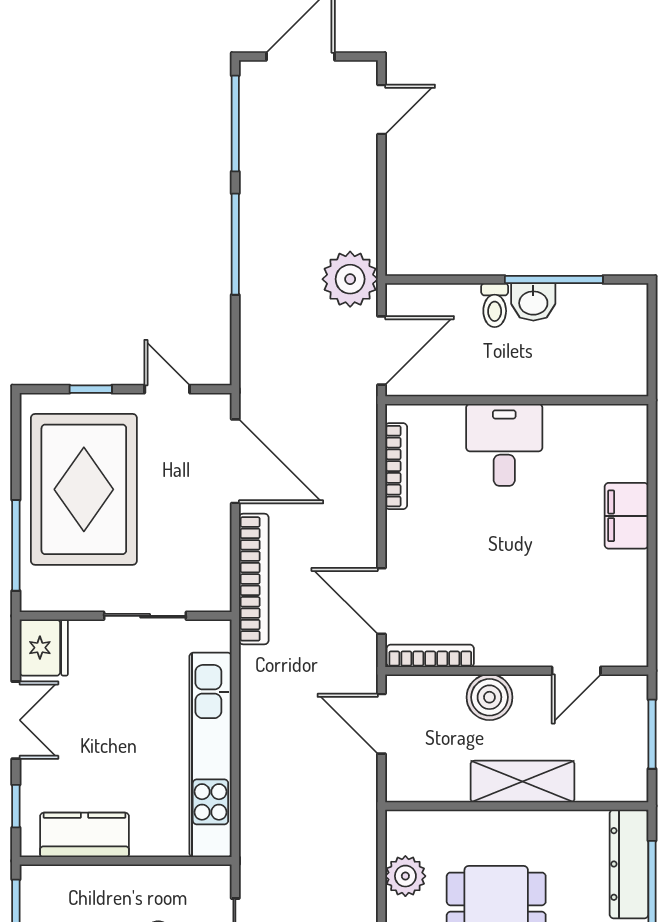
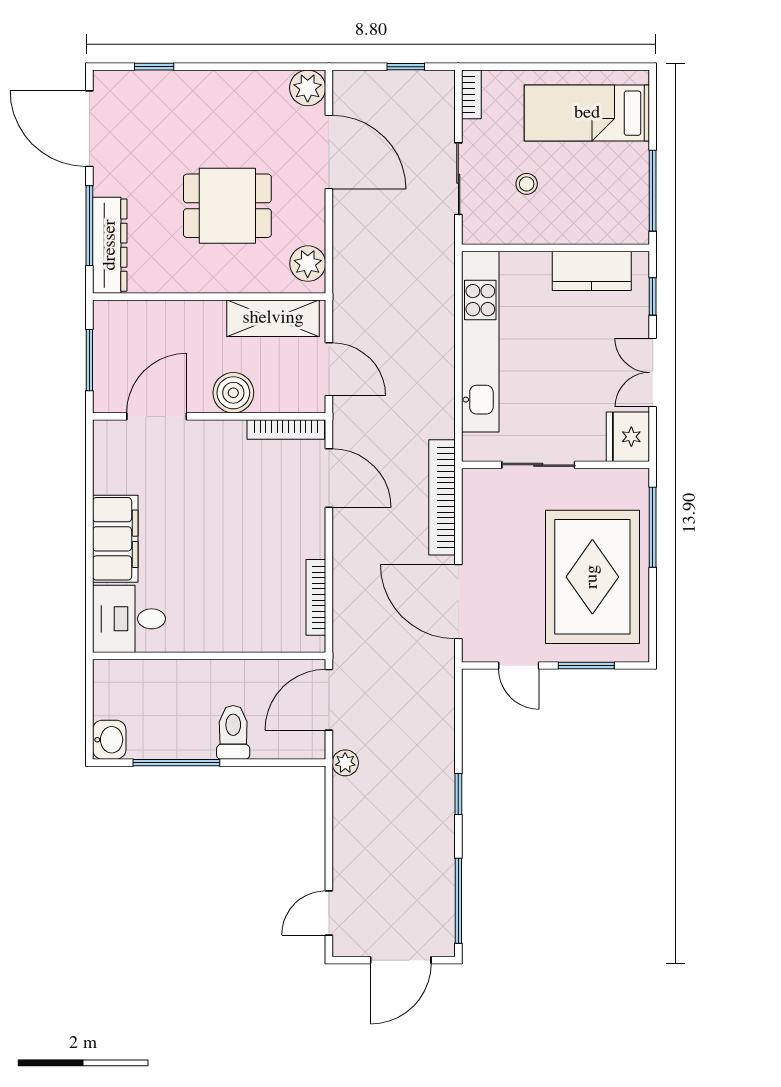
window: (235, 244) -> (458, 794), width x0.46
plant: (350, 279) -> (345, 763), width x0.53, depth x0.53
washbasin: (533, 302) -> (109, 740), moved, turned 90
toilet: (495, 305) -> (233, 732), width x1.37, depth x1.39
window: (91, 389) -> (586, 666), width x1.50
desk: (504, 445) -> (129, 619), moved, turned 90
filing cabinet: (626, 516) -> (115, 539), width x1.50, depth x1.17
door: (576, 671) -> (157, 416), width x1.38
shelving: (522, 781) -> (273, 318), moved
plant: (405, 876) -> (308, 264), moved

